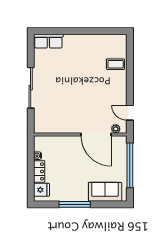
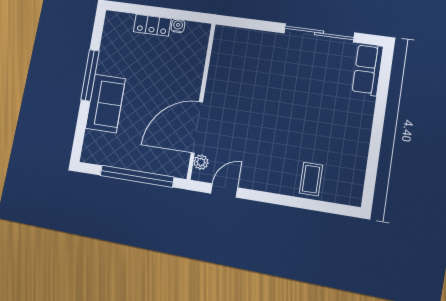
sliding door: (31, 88) -> (319, 33), moved
fridge: (42, 190) -> (122, 25), removed
sofa: (105, 192) -> (105, 103), moved

